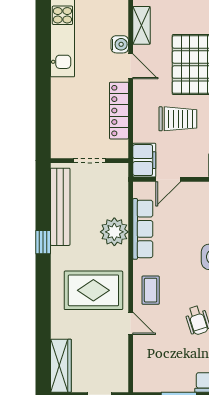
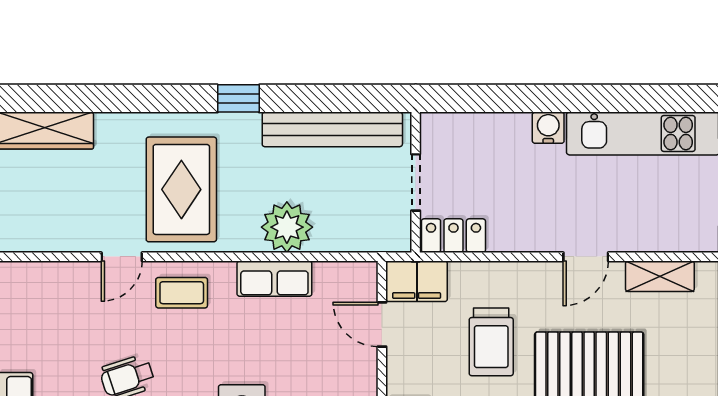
water cooler: (120, 44) -> (548, 128), moved, turned 180
locker: (119, 111) -> (453, 236), moved, width x0.66
row of seats: (143, 229) -> (274, 279), width x0.68
window: (43, 242) -> (238, 98), moved

